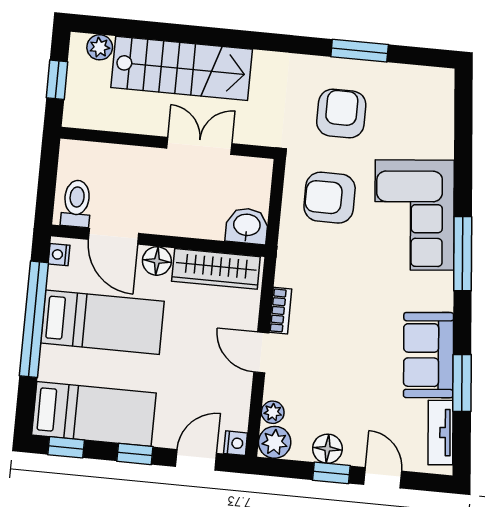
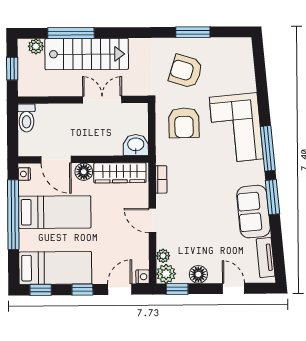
window: (159, 31) -> (71, 33), added
armchair: (341, 113) -> (186, 71), turned -73
armchair: (330, 198) -> (184, 123), turned -91
toilet: (76, 203) -> (26, 118), moved, turned 180
bookcase: (280, 311) -> (161, 179), moved
window: (462, 383) -> (273, 197), moved
window: (331, 473) -> (177, 289), moved

